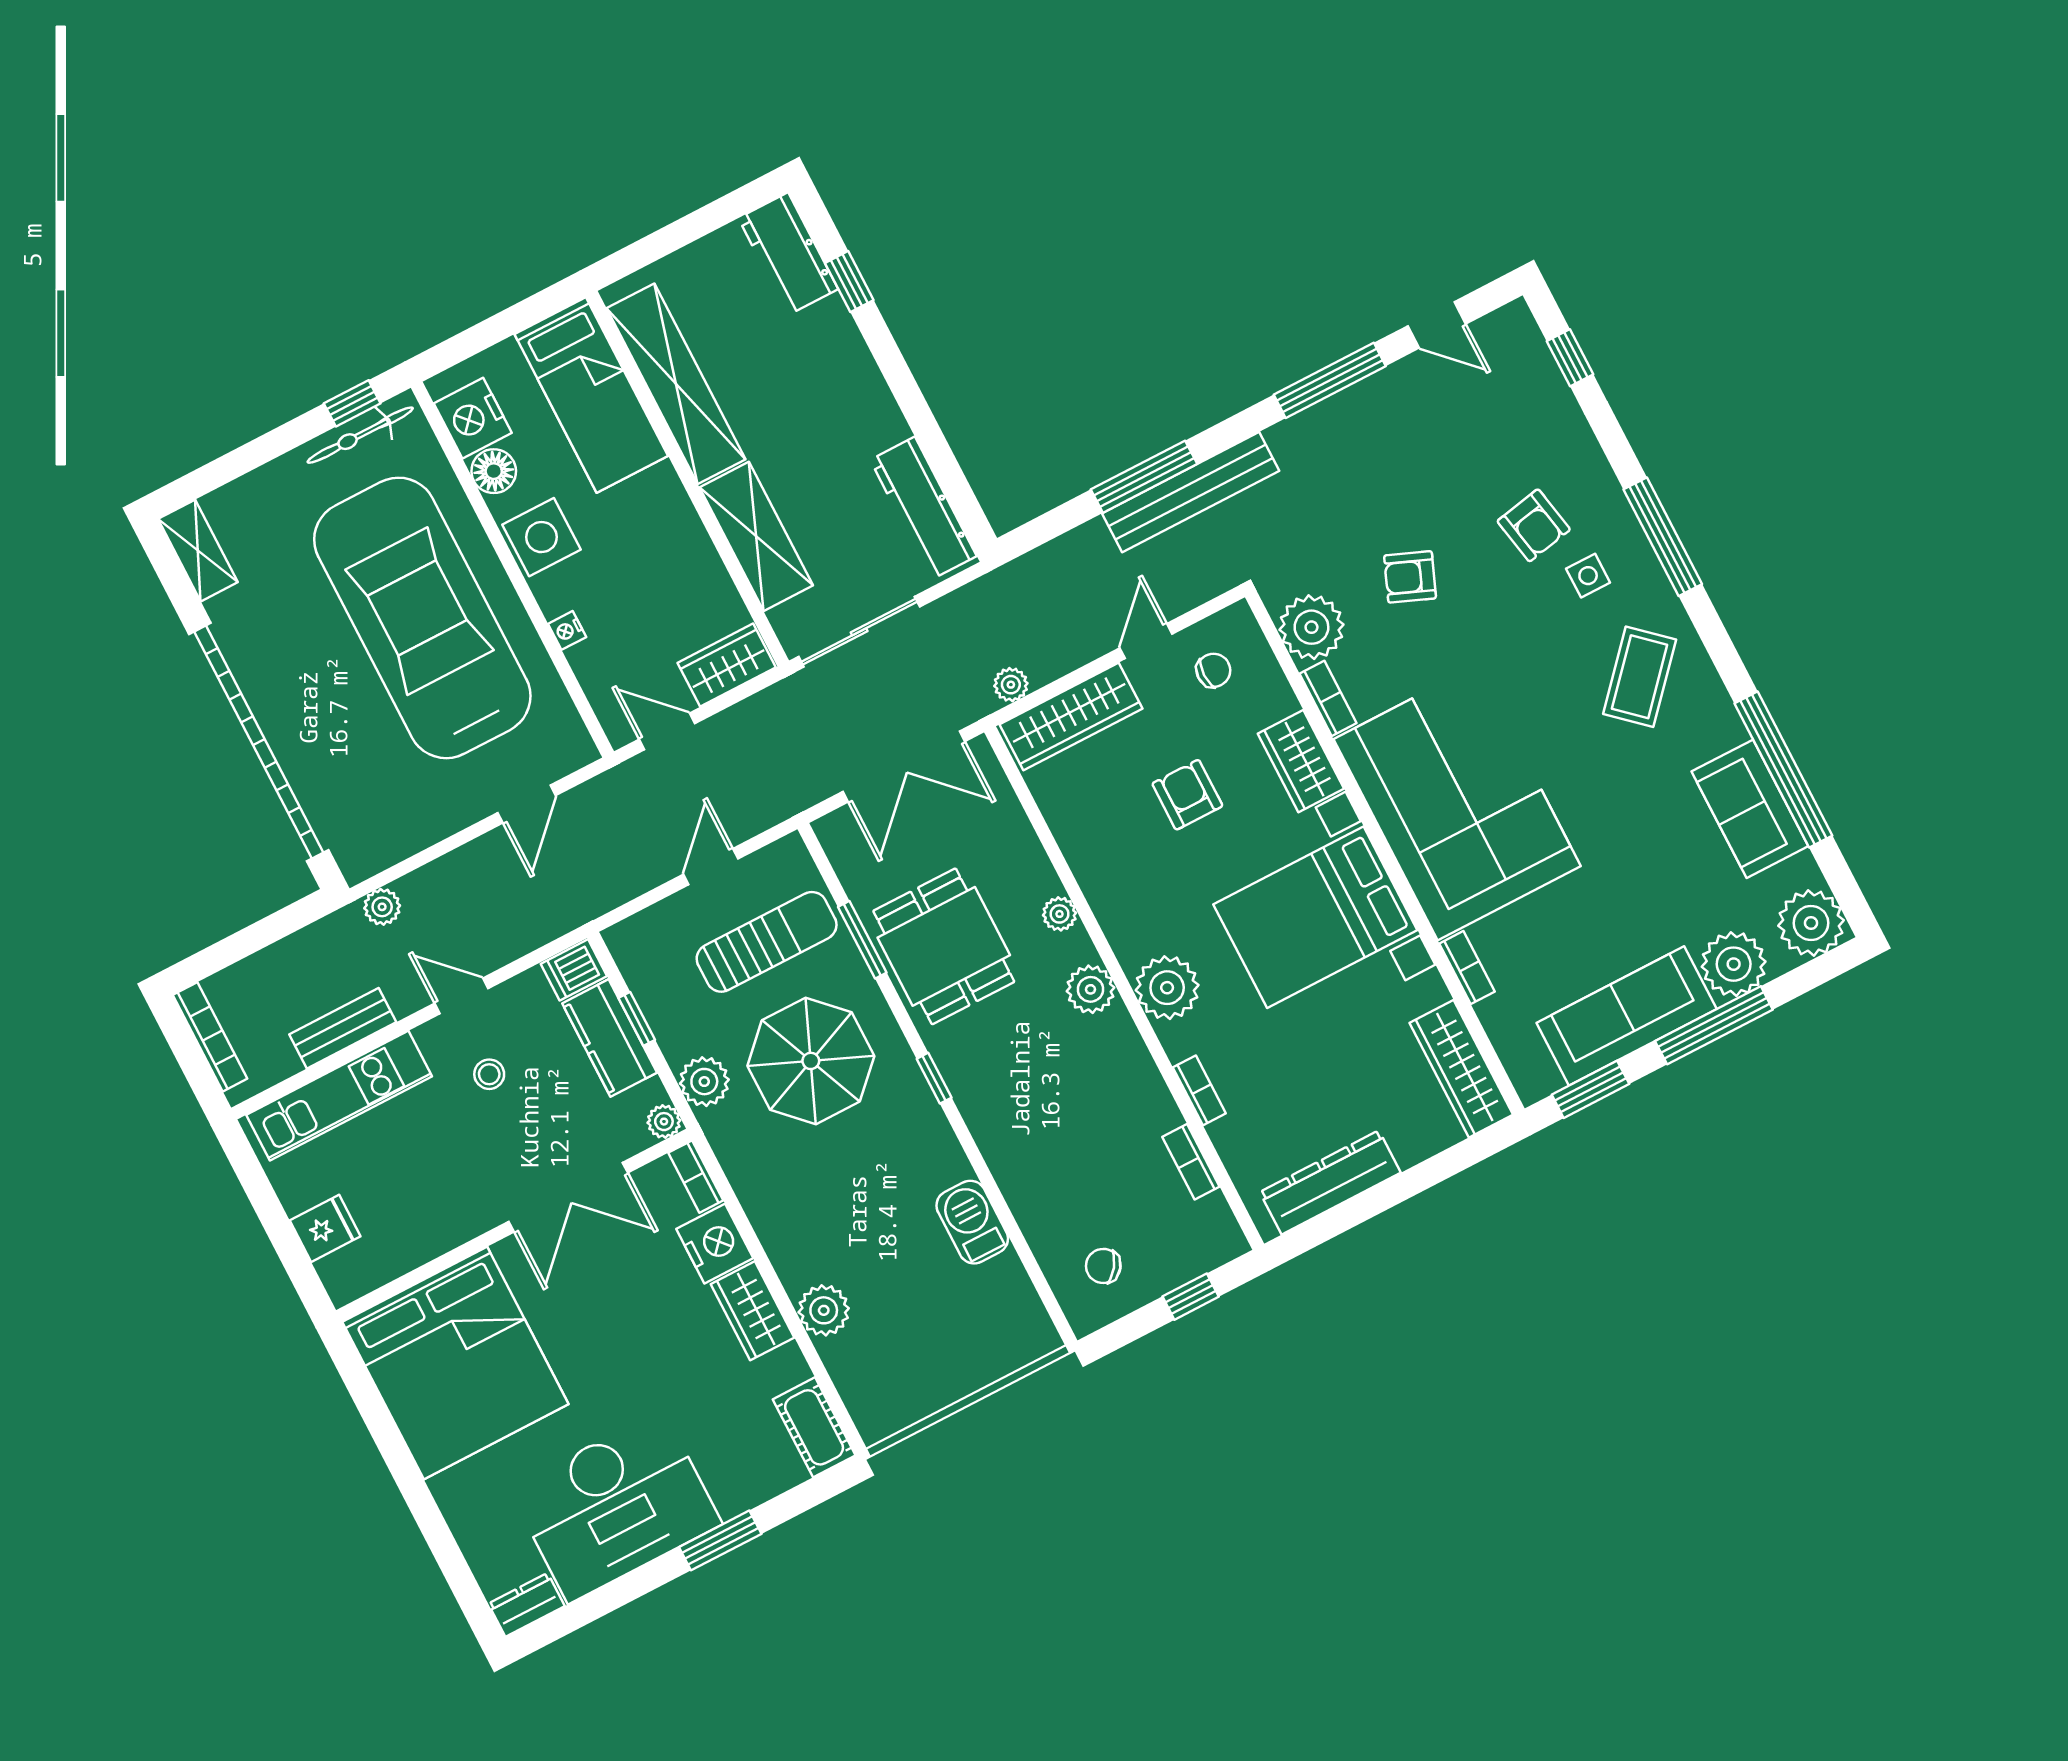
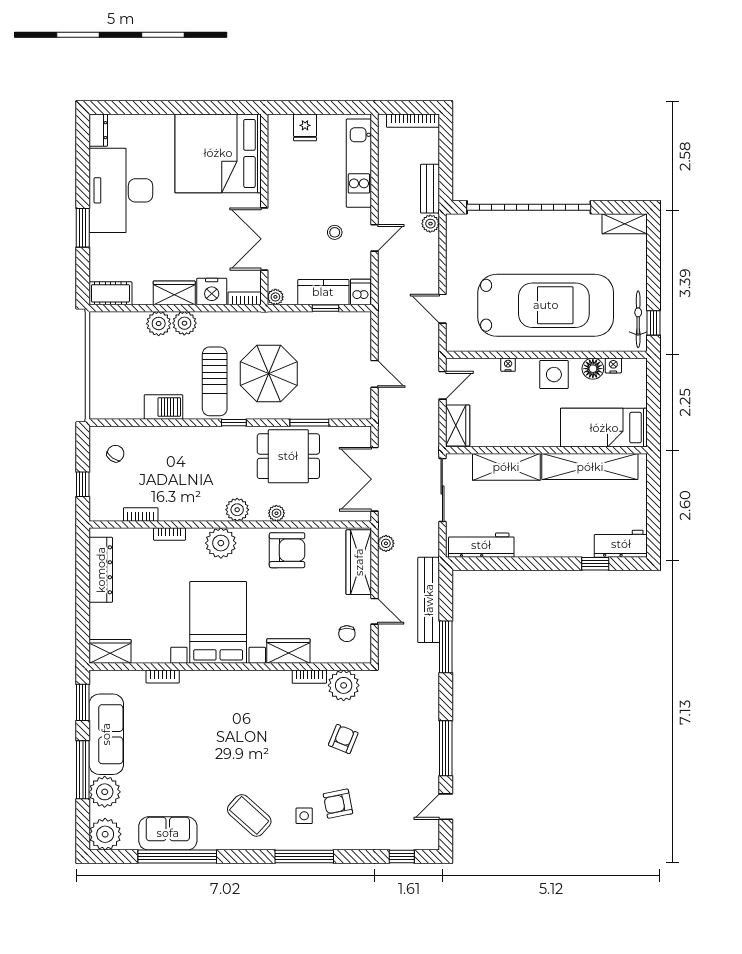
nightstand: (473, 418) -> (613, 365), width x0.53, depth x0.56
bench: (1191, 492) -> (429, 600), moved
armchair: (1187, 795) -> (287, 550), moved, width x1.38, depth x1.38
corner sofa: (1457, 803) -> (236, 709), removed
sun lounger: (767, 942) -> (215, 381), moved
bench: (343, 1028) -> (430, 189), moved
wardrobe: (1461, 1069) -> (110, 651), width x0.67
plant: (704, 1082) -> (184, 323), moved

